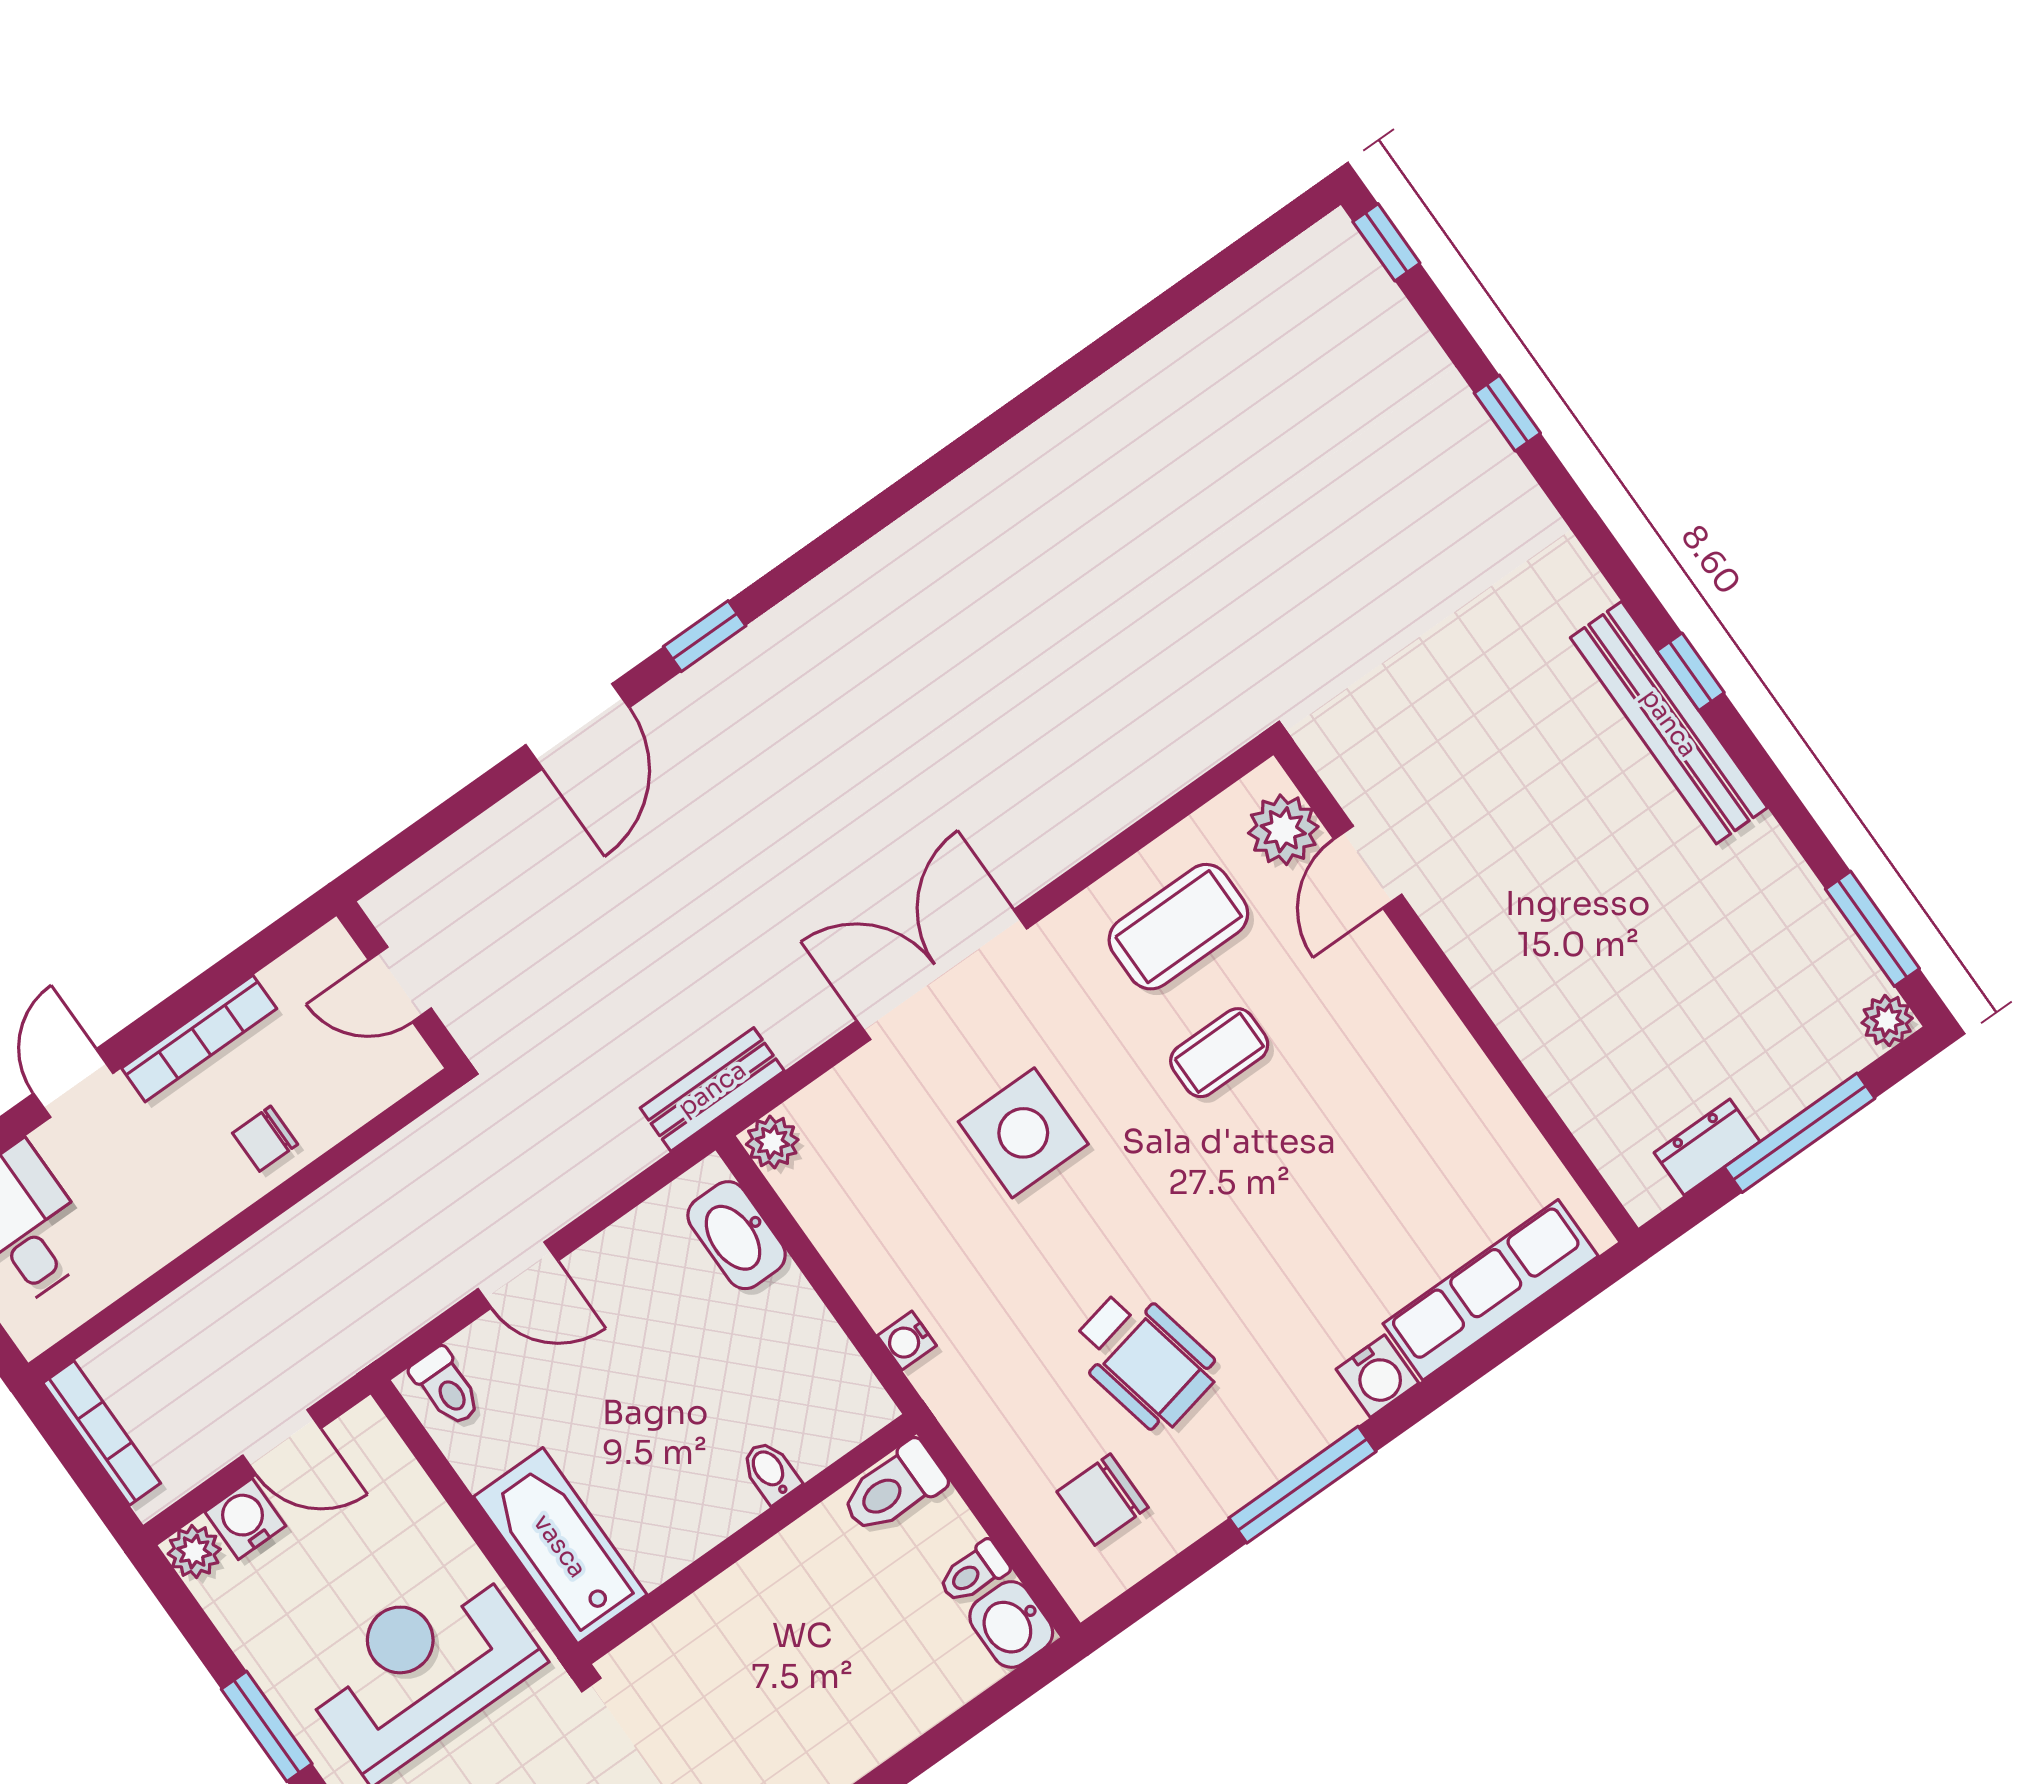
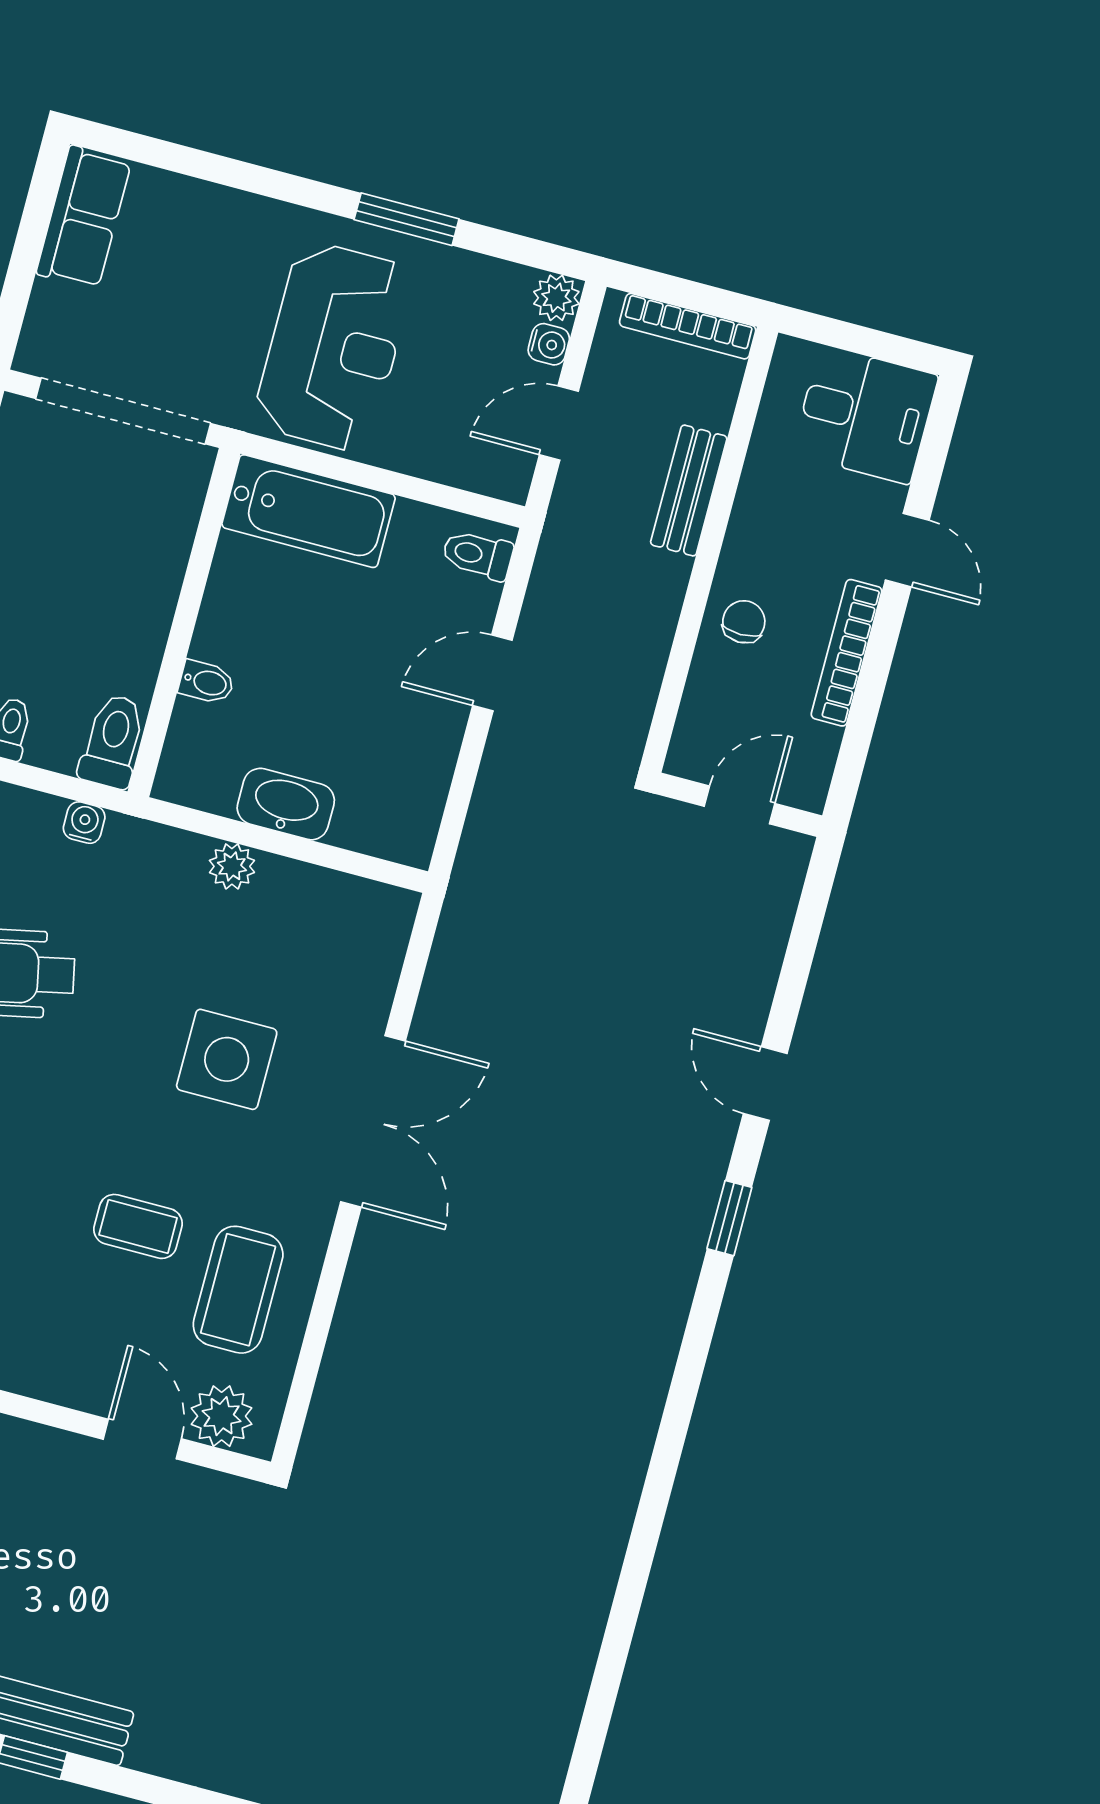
door: (577, 726) -> (765, 1083), width x0.73
coffee table: (1219, 1053) -> (138, 1226), turned 90
bench: (712, 1089) -> (689, 490), moved
plant: (772, 1142) -> (232, 866), moved
washbasin: (737, 1235) -> (286, 804), moved
water cooler: (907, 1341) -> (84, 823), moved
water cooler: (245, 1519) -> (549, 344), width x0.72, depth x0.72

